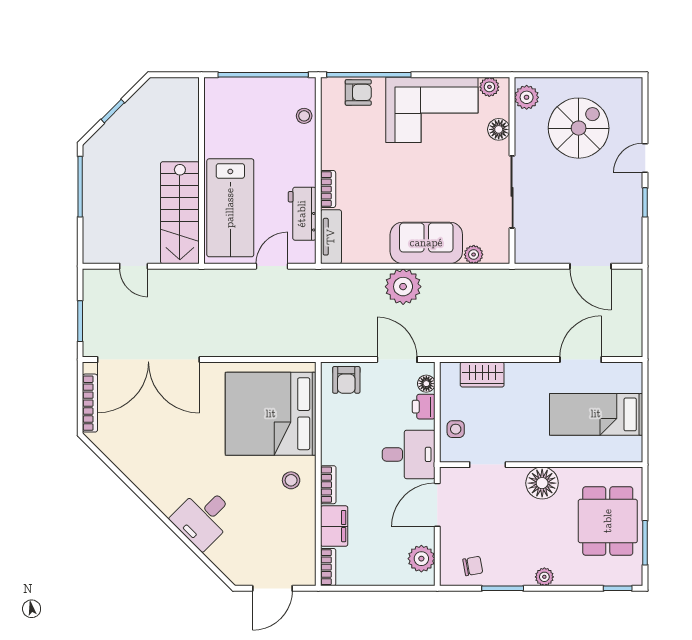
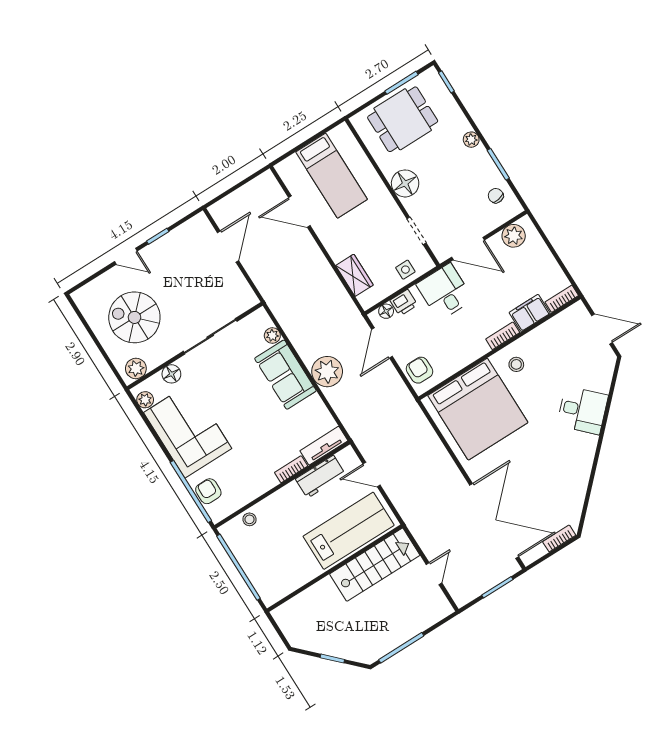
armchair: (346, 380) -> (420, 370), turned -90
bookcase: (90, 403) -> (559, 538), width x0.64

